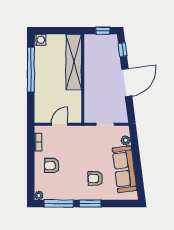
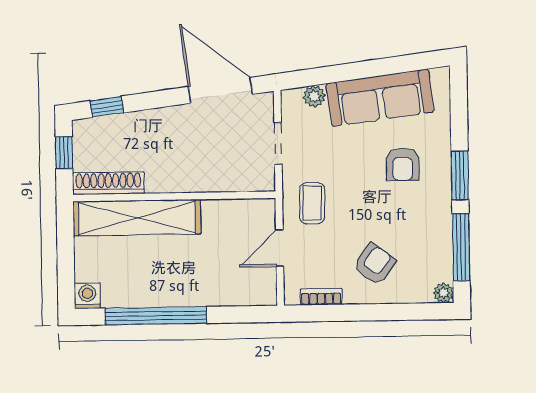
shoe rack: (89, 50) -> (108, 183), added
door: (127, 83) -> (220, 90), moved
door: (60, 124) -> (280, 248), hinge flipped
coffee table: (79, 139) -> (312, 203), added
armchair: (52, 166) -> (374, 264), turned -143

